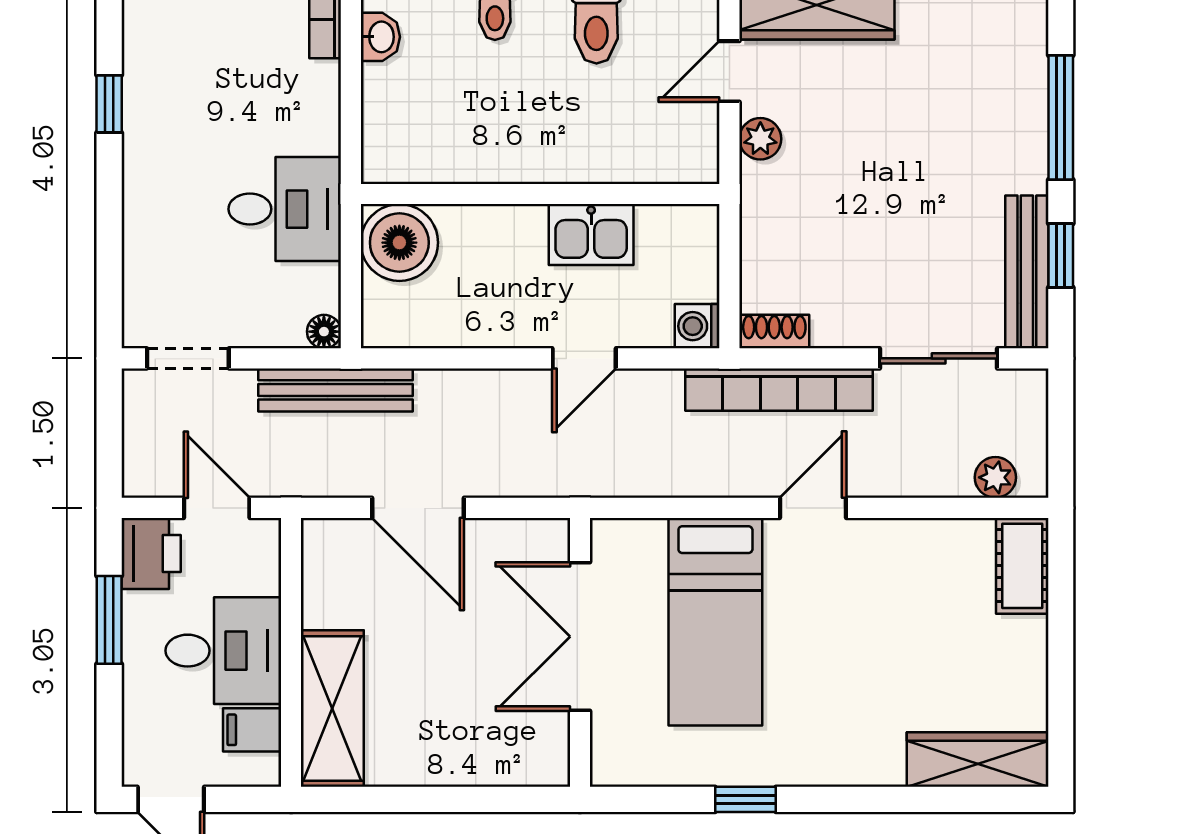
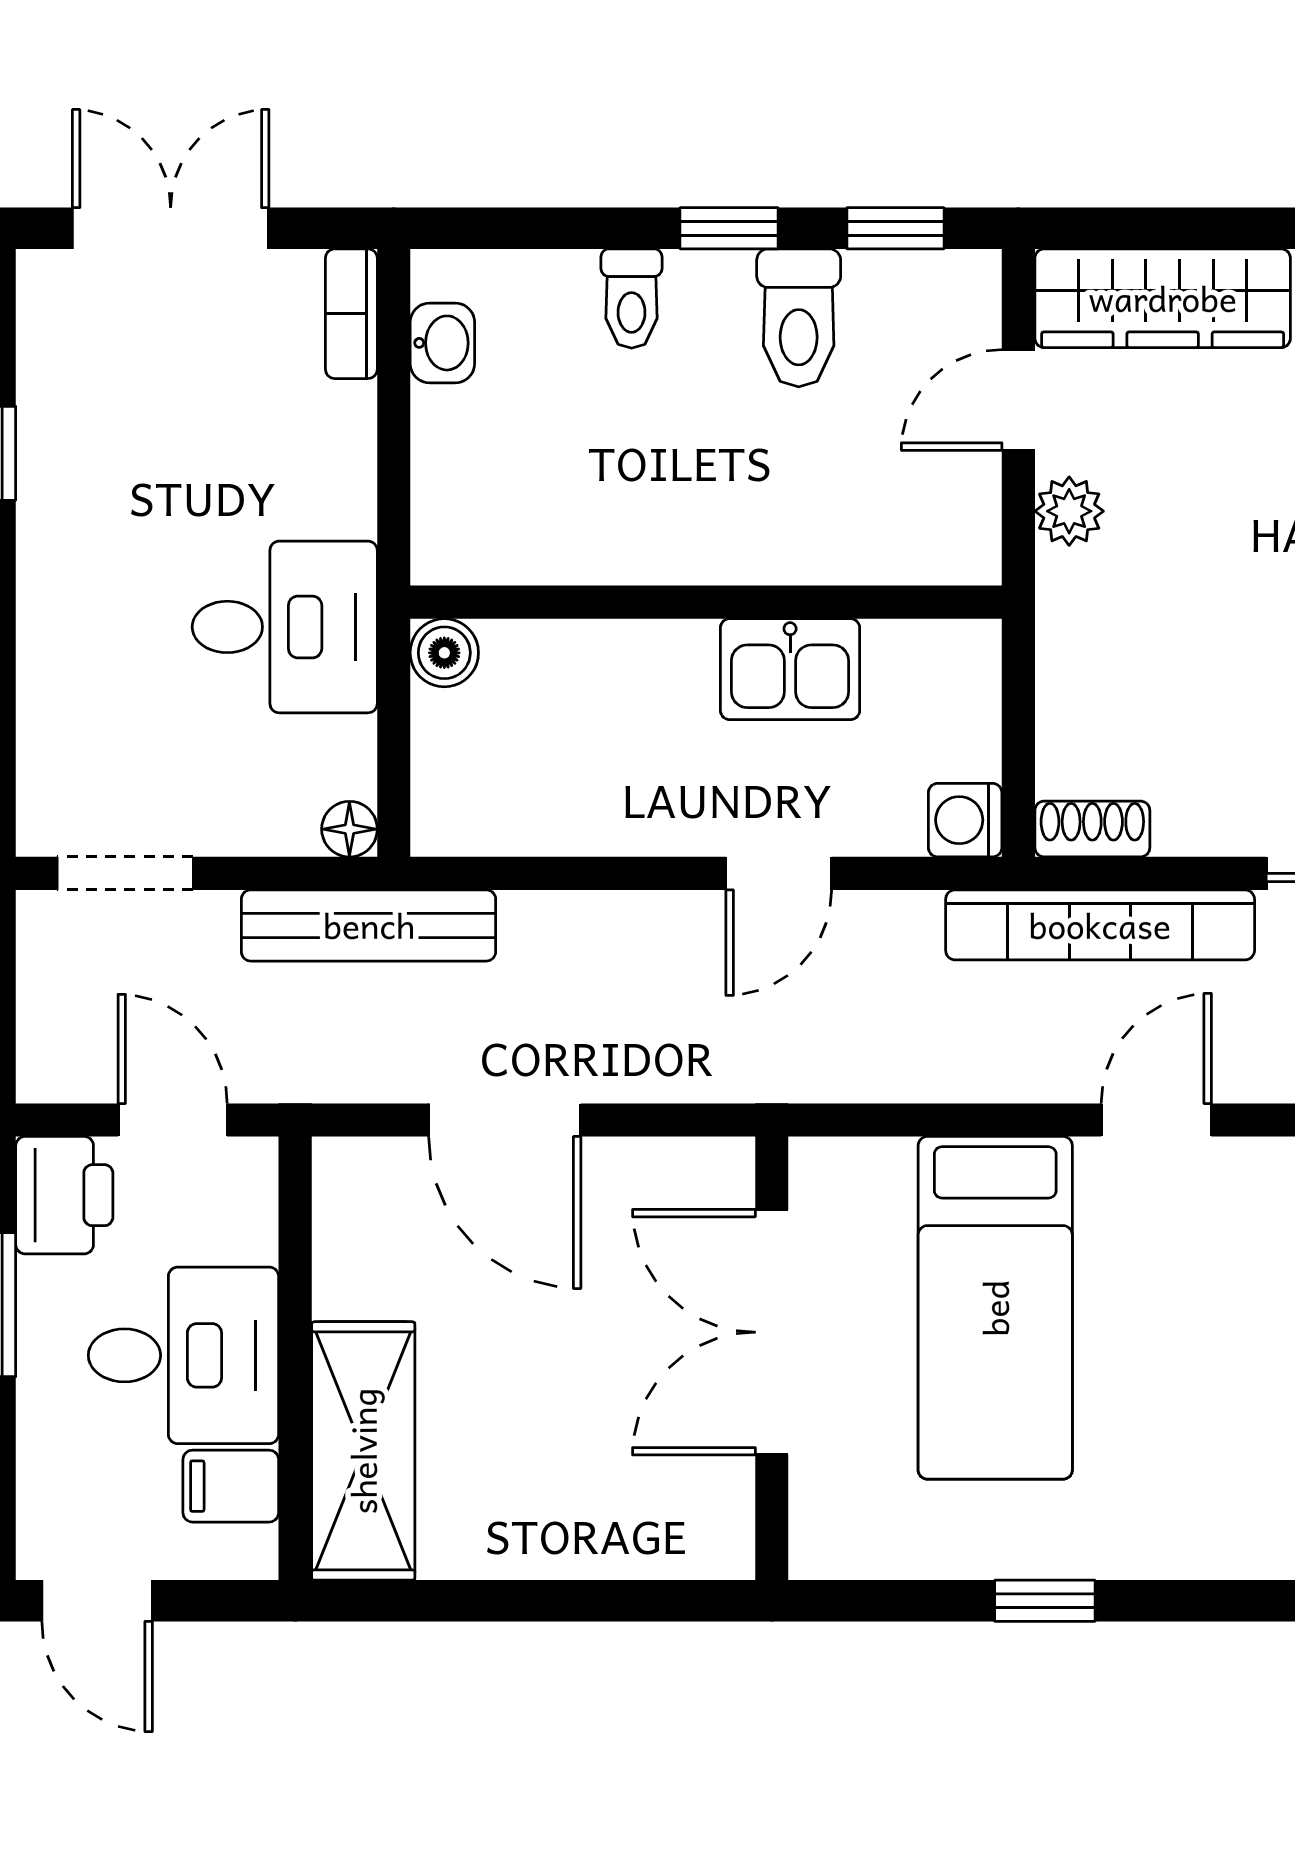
boiler: (399, 243) -> (444, 653), width x0.54, depth x0.54

